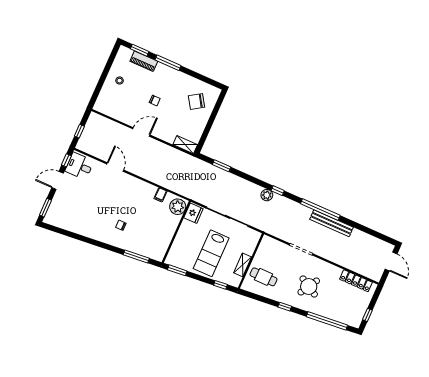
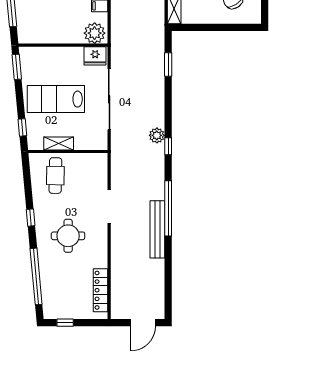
round table: (309, 286) -> (68, 236), turned -30

